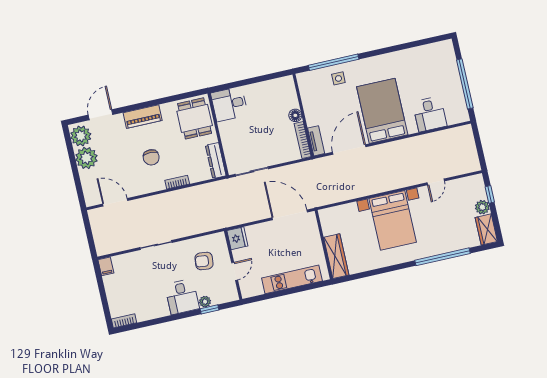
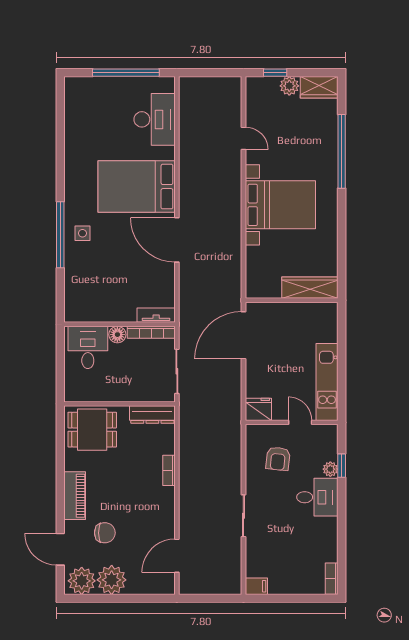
desk: (229, 104) -> (88, 347), moved, turned 180
desk: (430, 114) -> (155, 119), width x1.37
floor lamp: (295, 115) -> (117, 335), moved
wall: (303, 115) -> (119, 324), moved
bookcase: (303, 140) -> (151, 332), moved
tv unit: (316, 141) -> (156, 315), moved
chair: (151, 157) -> (105, 533), moved
kitchen unit: (292, 279) -> (327, 382), moved

